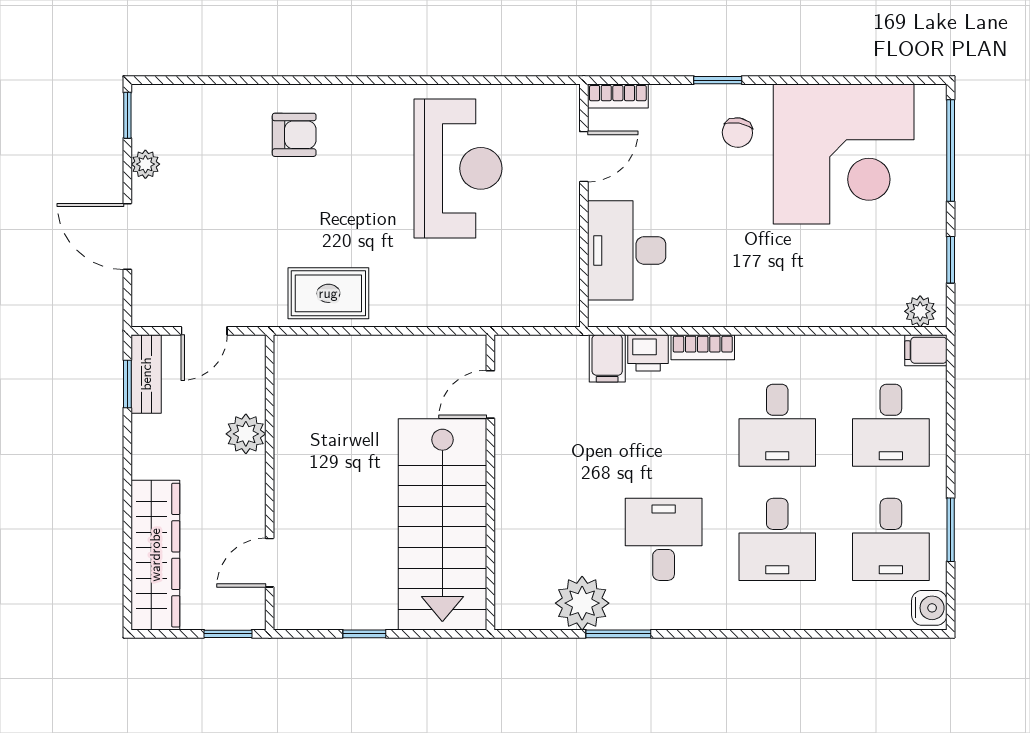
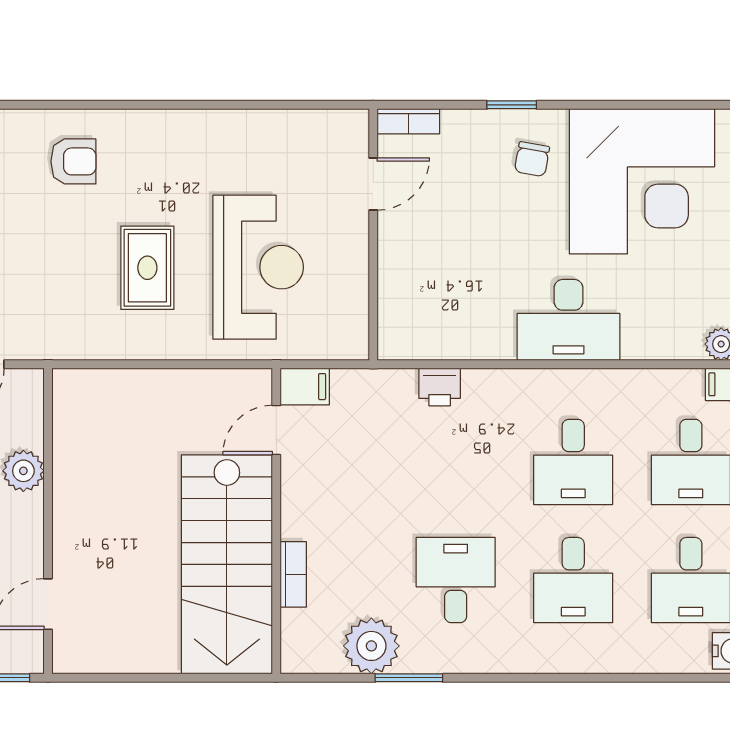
reception desk: (458, 168) -> (258, 267), moved
desk: (627, 250) -> (569, 320), moved, turned -90
rug: (328, 293) -> (147, 268), moved, turned 90
bookcase: (703, 347) -> (293, 574), moved, turned -90
filing cabinet: (607, 358) -> (305, 387), moved, turned -90
window: (364, 634) -> (146, 678), removed

